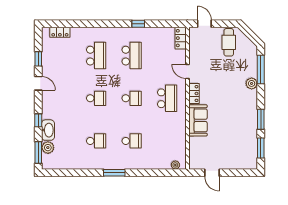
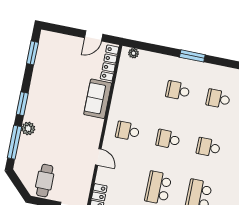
locker: (194, 94) -> (110, 63), moved, width x1.53
school desk: (167, 98) -> (128, 131), width x0.54
window: (261, 119) -> (22, 104), moved
window: (114, 173) -> (192, 56), moved
door: (212, 173) -> (94, 36), swing flipped

